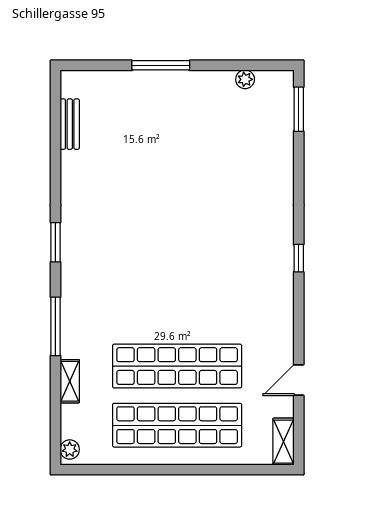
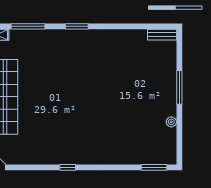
plant: (245, 79) -> (171, 122), moved
bench: (70, 124) -> (162, 35), moved

